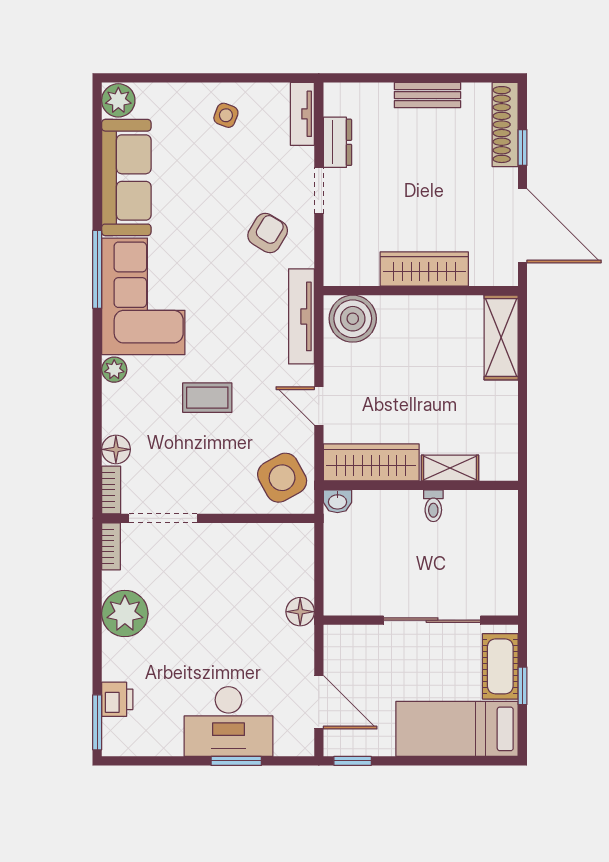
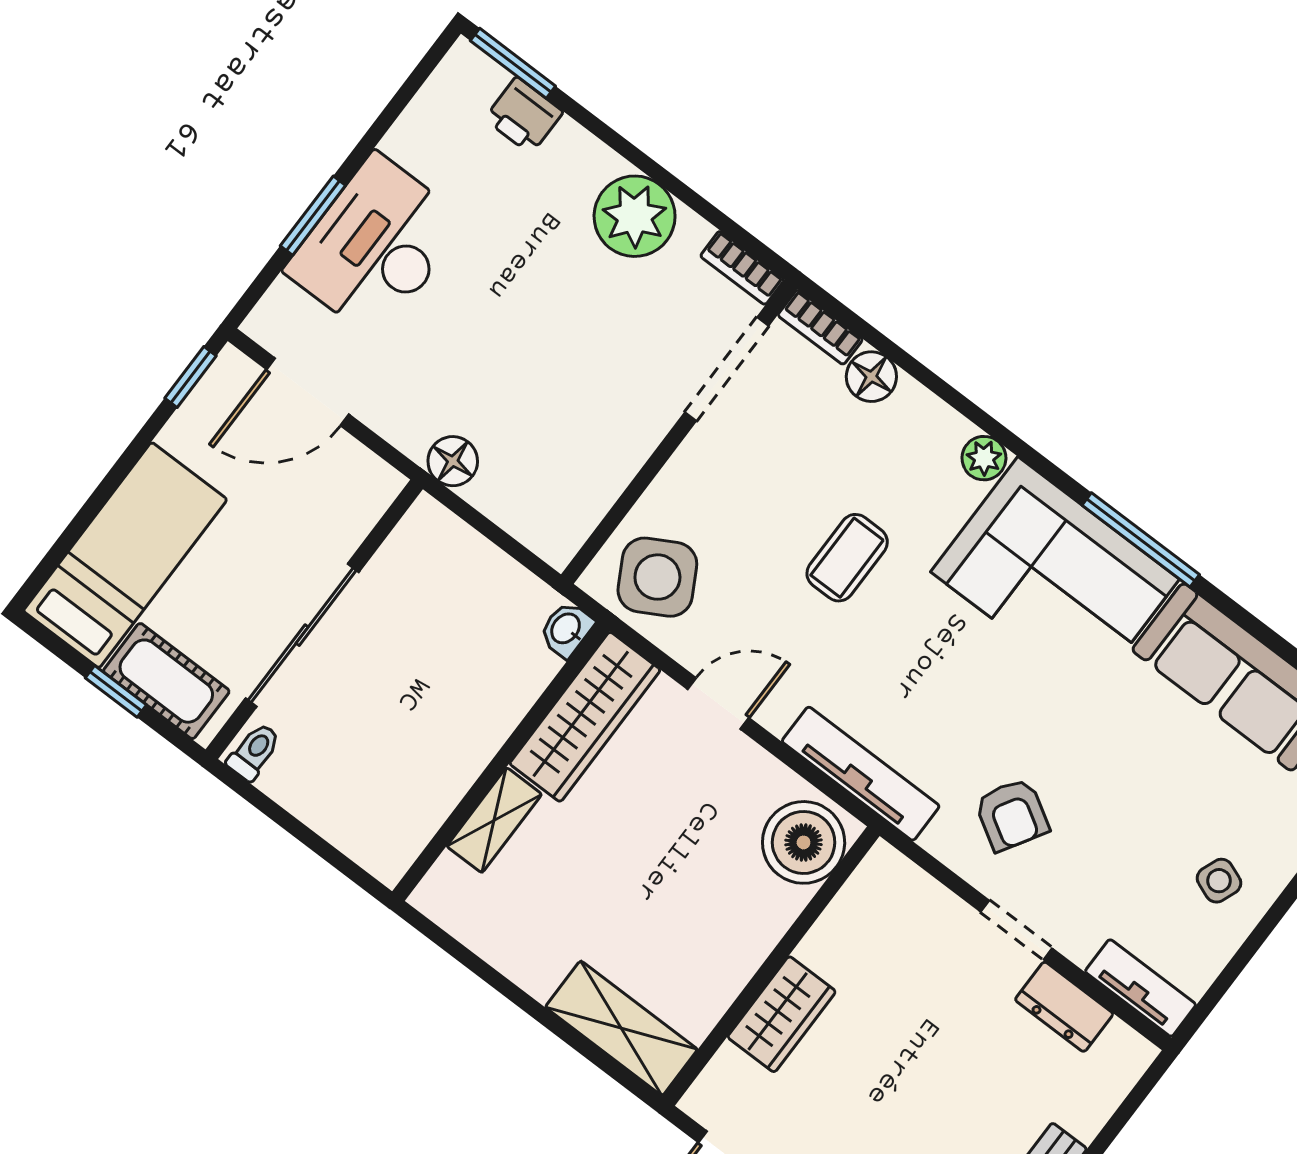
wardrobe: (424, 269) -> (782, 1014), width x0.67
toilet: (433, 506) -> (254, 752), moved, turned 90

